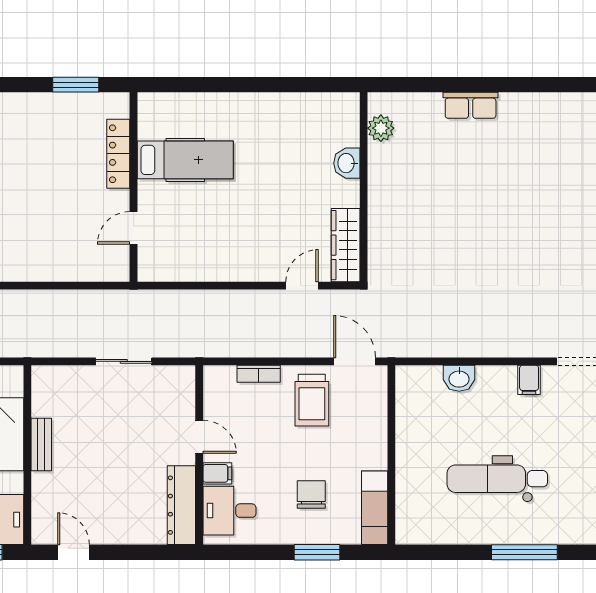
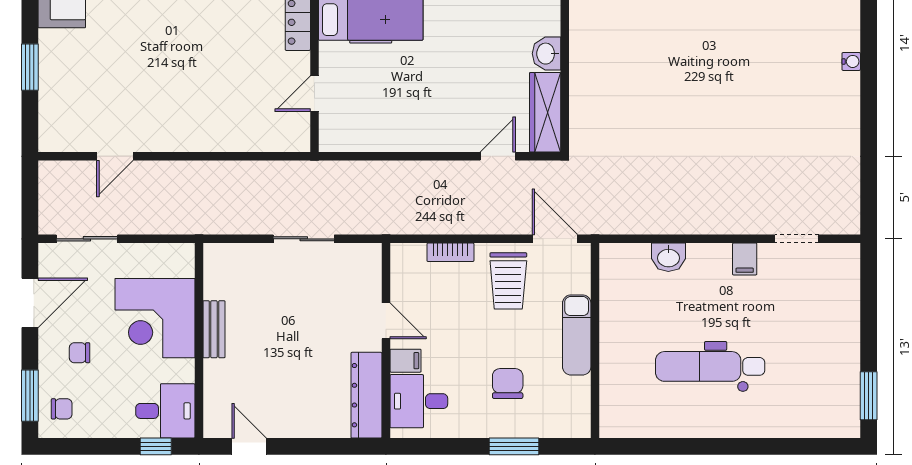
washbasin: (347, 163) -> (546, 54), moved
exam couch: (375, 508) -> (577, 335), moved
window: (524, 552) -> (740, 446), removed

